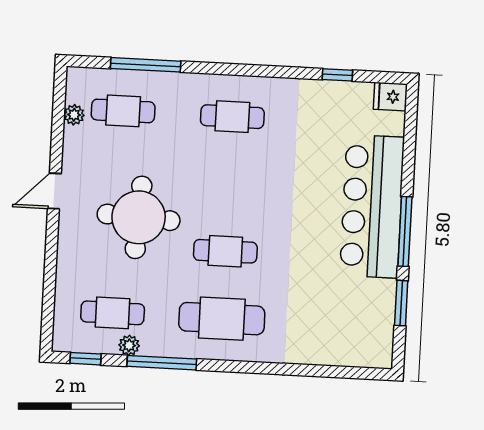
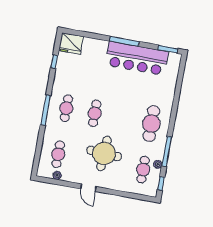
window: (146, 65) -> (46, 110), moved
fridge: (390, 97) -> (71, 43), width x1.88, depth x1.34
bar counter: (372, 206) -> (137, 58), moved
cafe table: (225, 251) -> (95, 113), moved
window: (401, 303) -> (168, 49), moved

